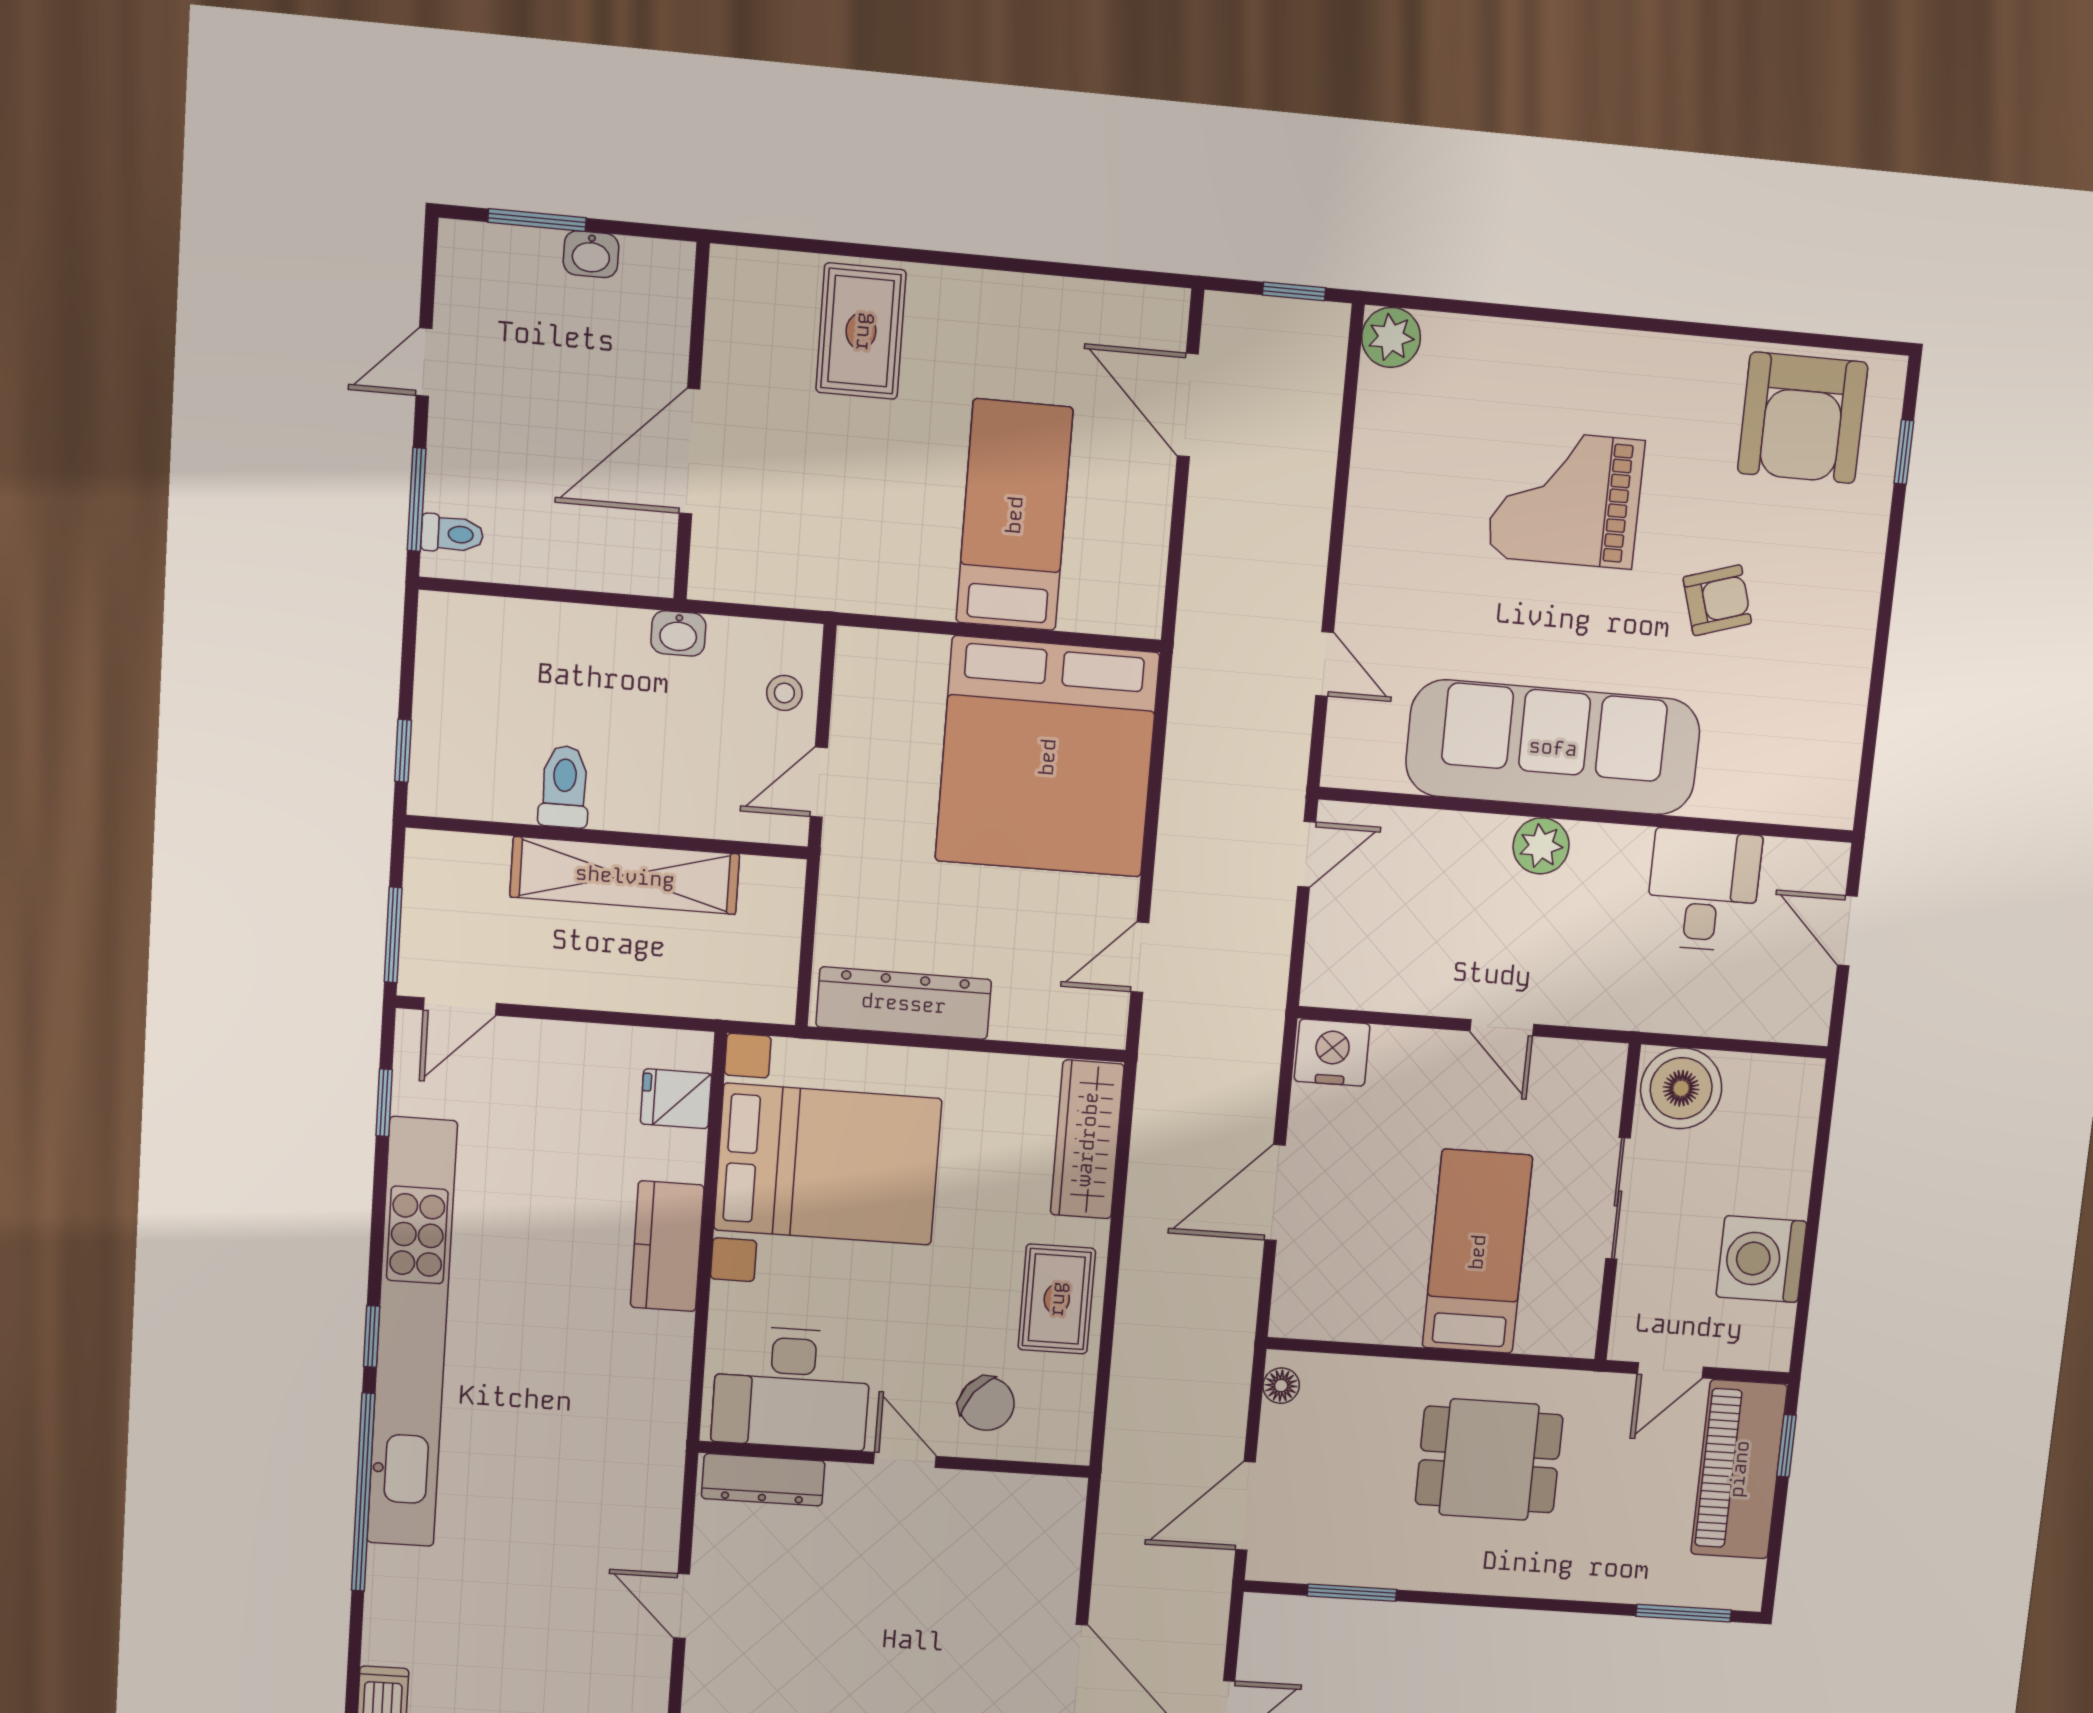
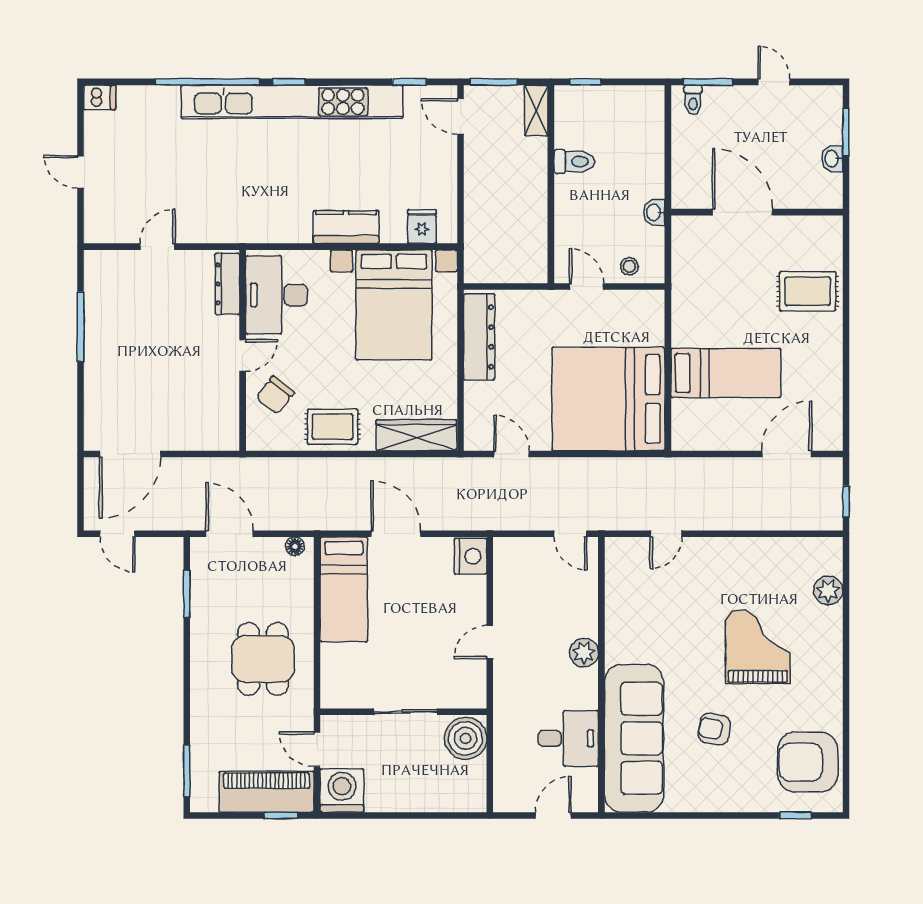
plant: (1391, 337) -> (828, 590), moved
armchair: (1717, 600) -> (714, 729), turned 116
sofa: (1553, 747) -> (634, 738), moved
shelving: (625, 876) -> (536, 110), moved, width x0.45, depth x0.75
bed: (1477, 1252) -> (344, 589), moved, turned 90
washing machine: (1761, 1259) -> (342, 791), moved

